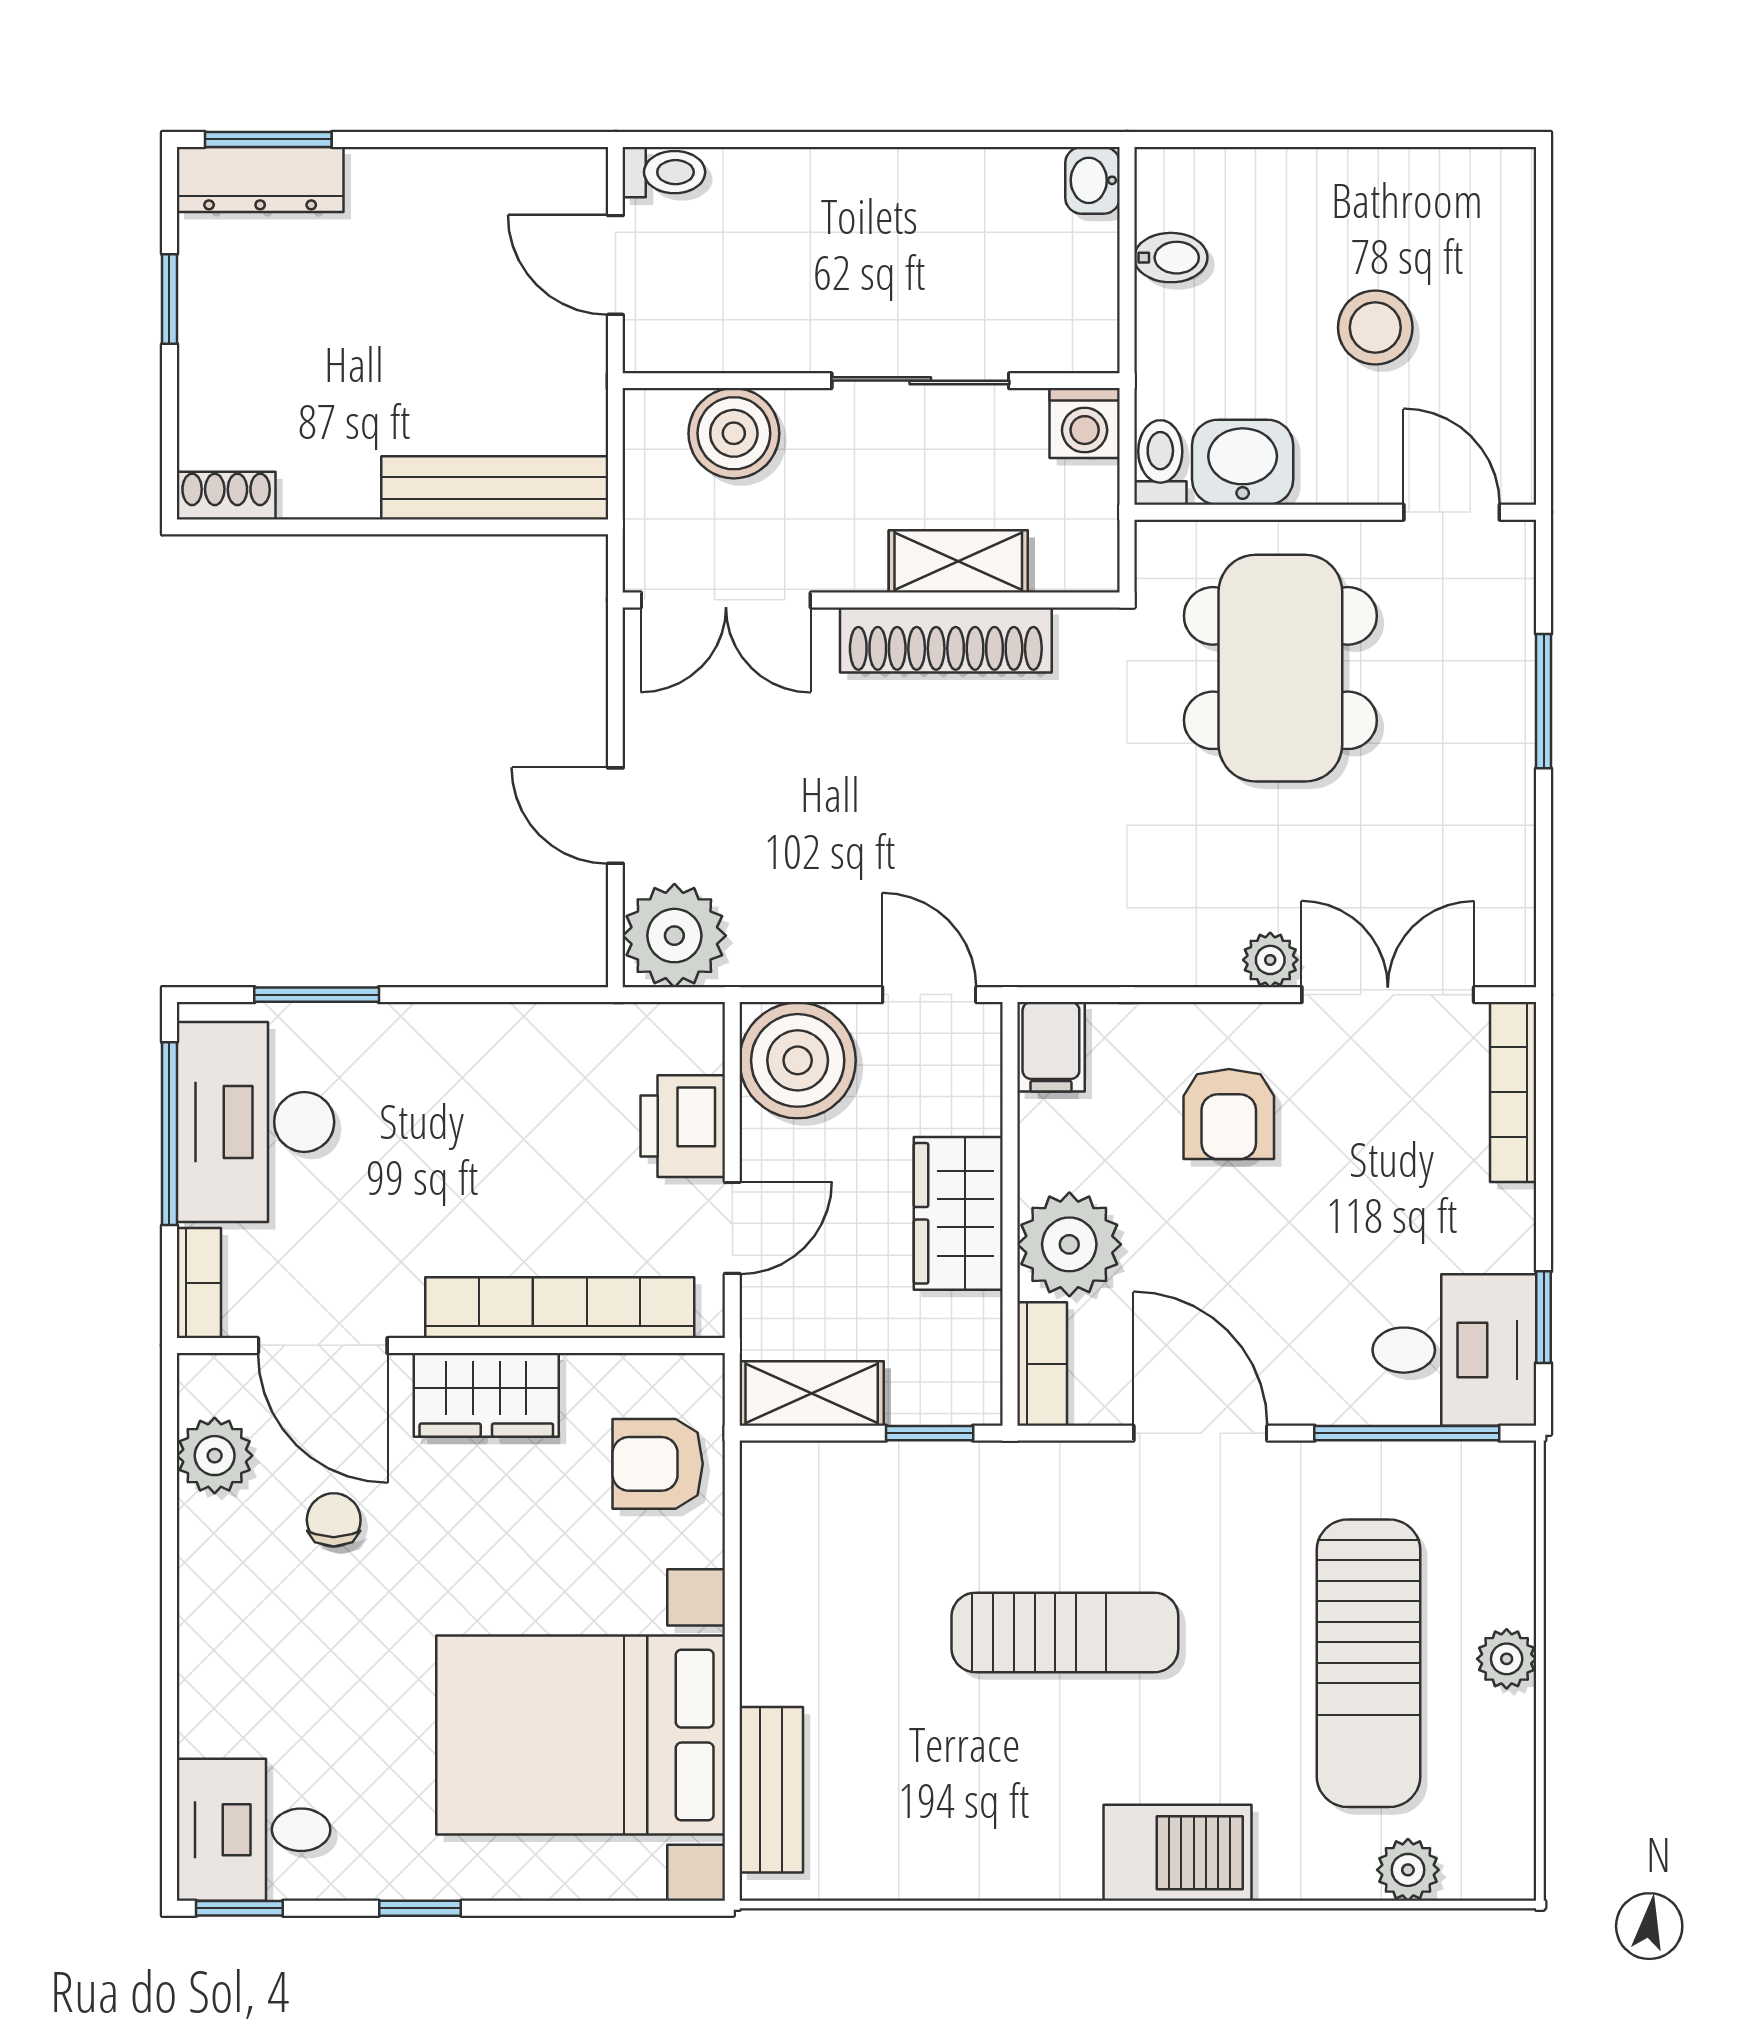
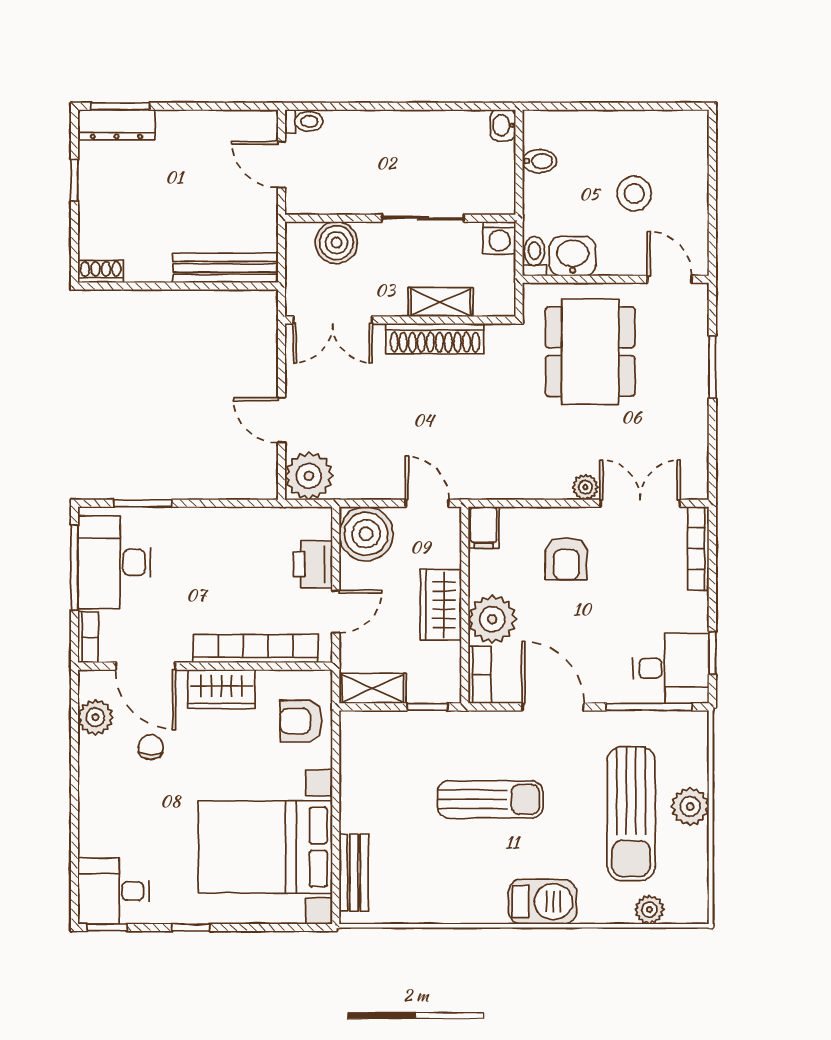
plant: (1507, 1659) -> (690, 806), width x1.38, depth x1.38

